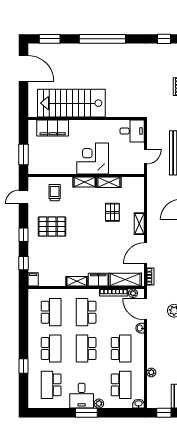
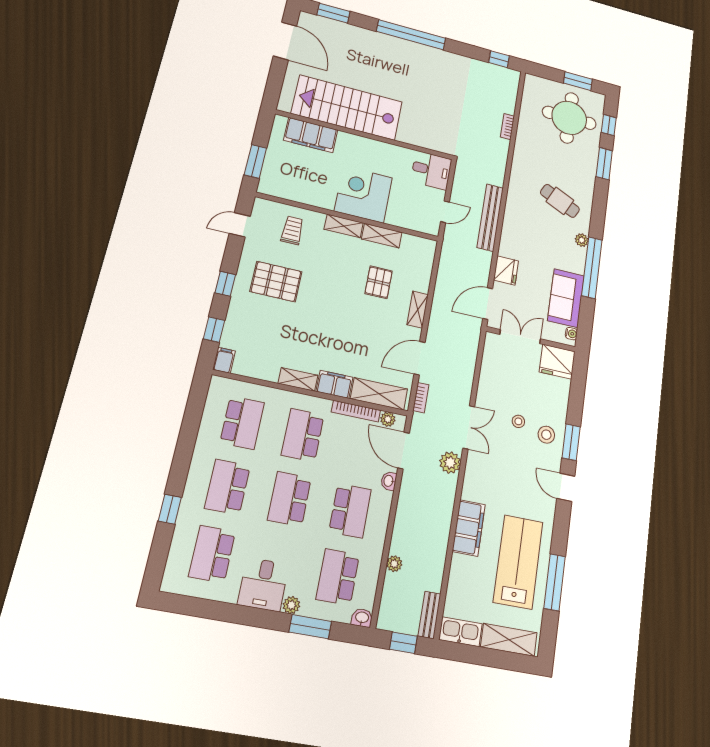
school desk: (51, 349) -> (227, 487), turned 180
school desk: (121, 385) -> (338, 577), turned 180
window: (86, 413) -> (310, 627), moved

